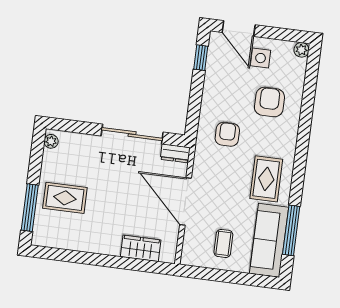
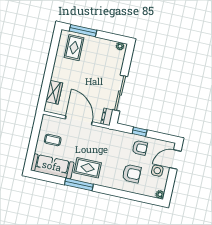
window: (201, 58) -> (140, 132), moved
armchair: (227, 134) -> (140, 148), moved
rug: (65, 198) -> (74, 48), moved
door: (185, 201) -> (79, 120), hinge flipped
window: (291, 230) -> (79, 184), moved

